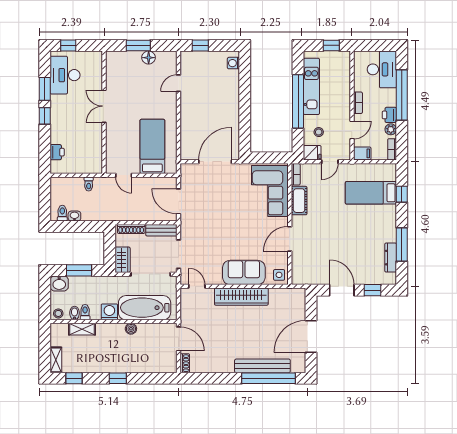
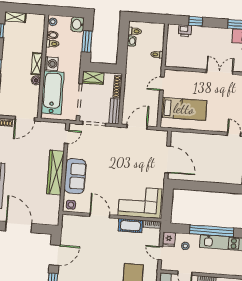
window: (45, 116) -> (196, 21), moved
shelving: (82, 329) -> (37, 64), moved

